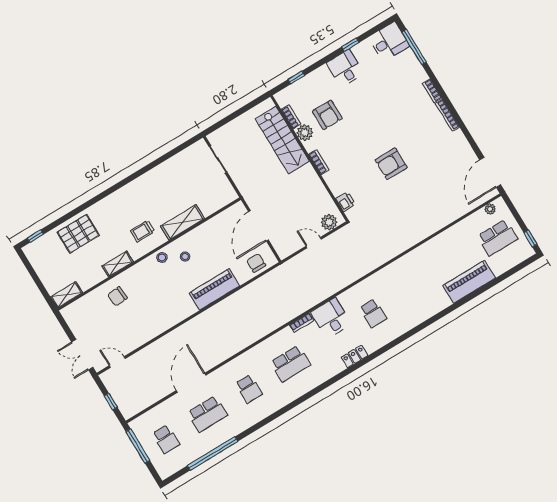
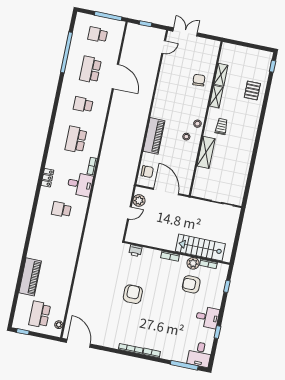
plant: (329, 222) -> (139, 200), moved
pallet: (78, 234) -> (252, 90), width x0.67, depth x0.71
shelving: (66, 295) -> (221, 75), moved

